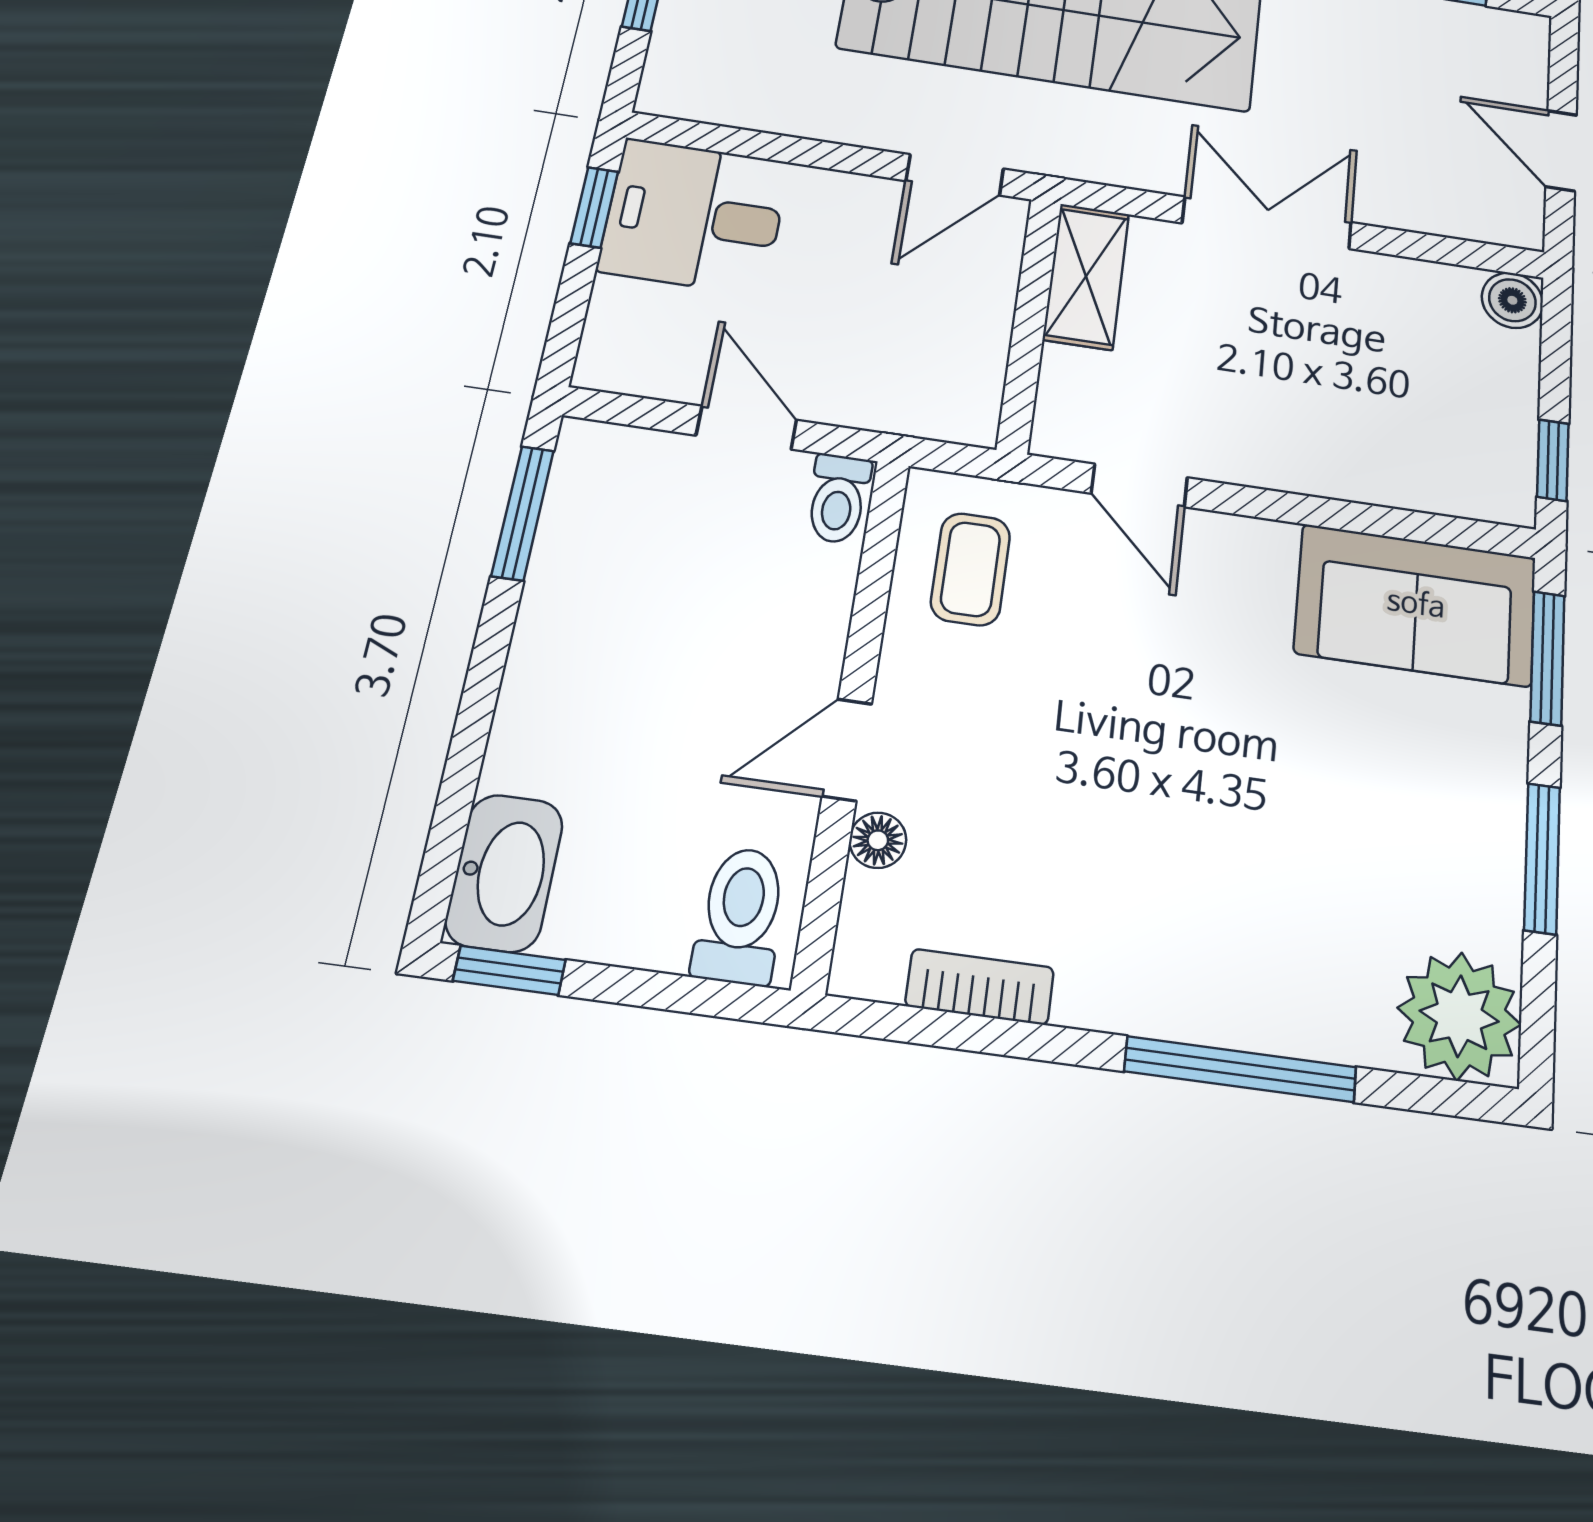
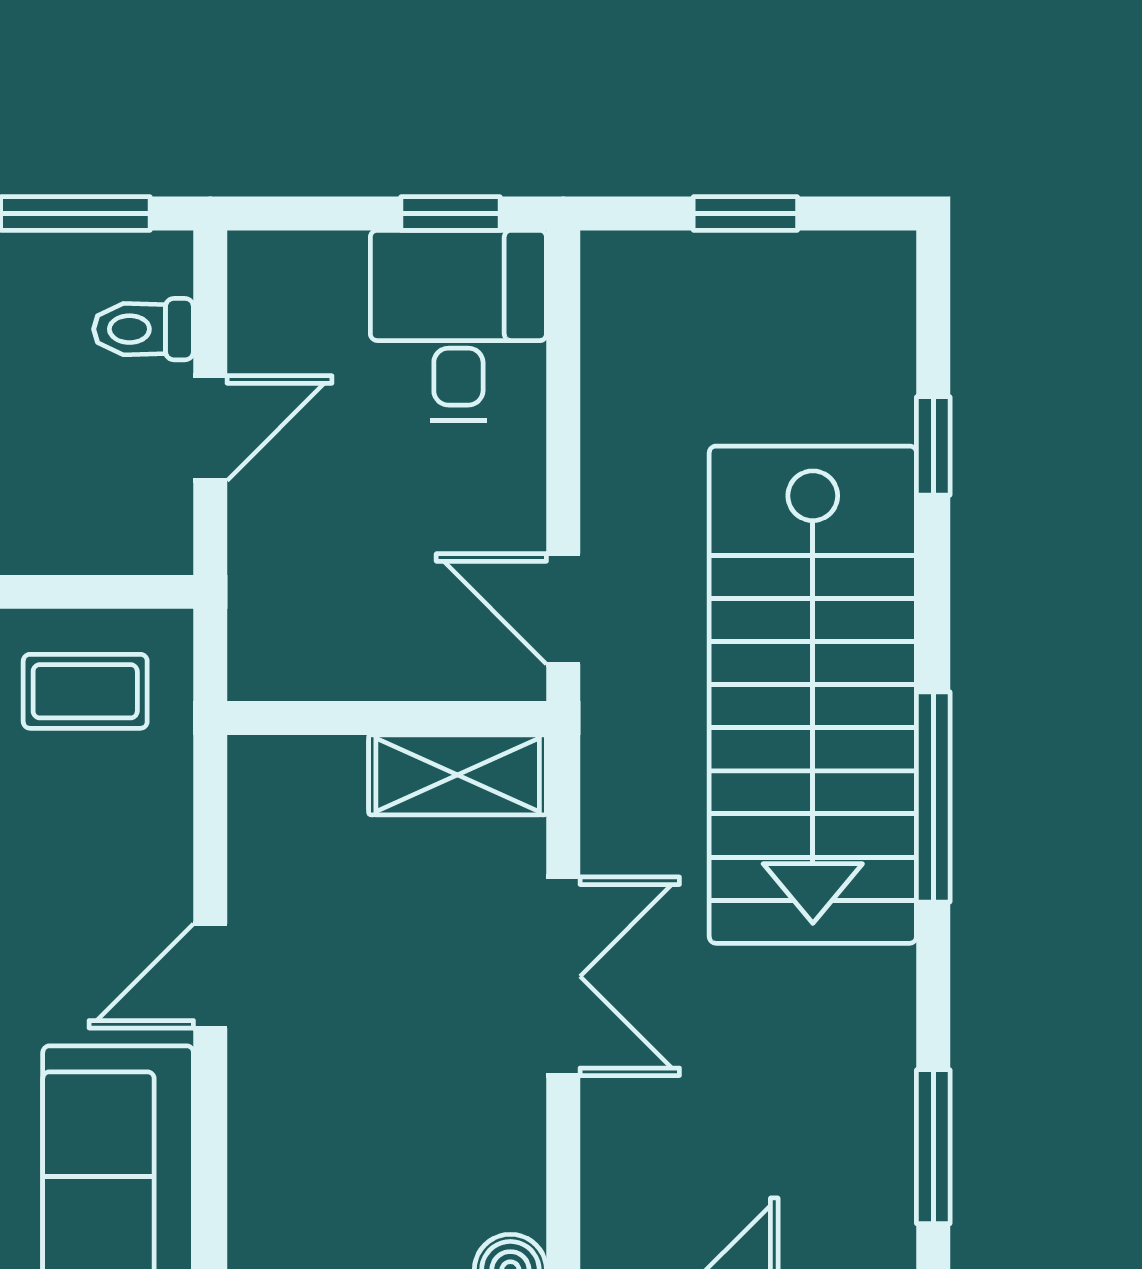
door: (1139, 485) -> (210, 976), moved
toilet: (838, 499) -> (143, 329), moved

